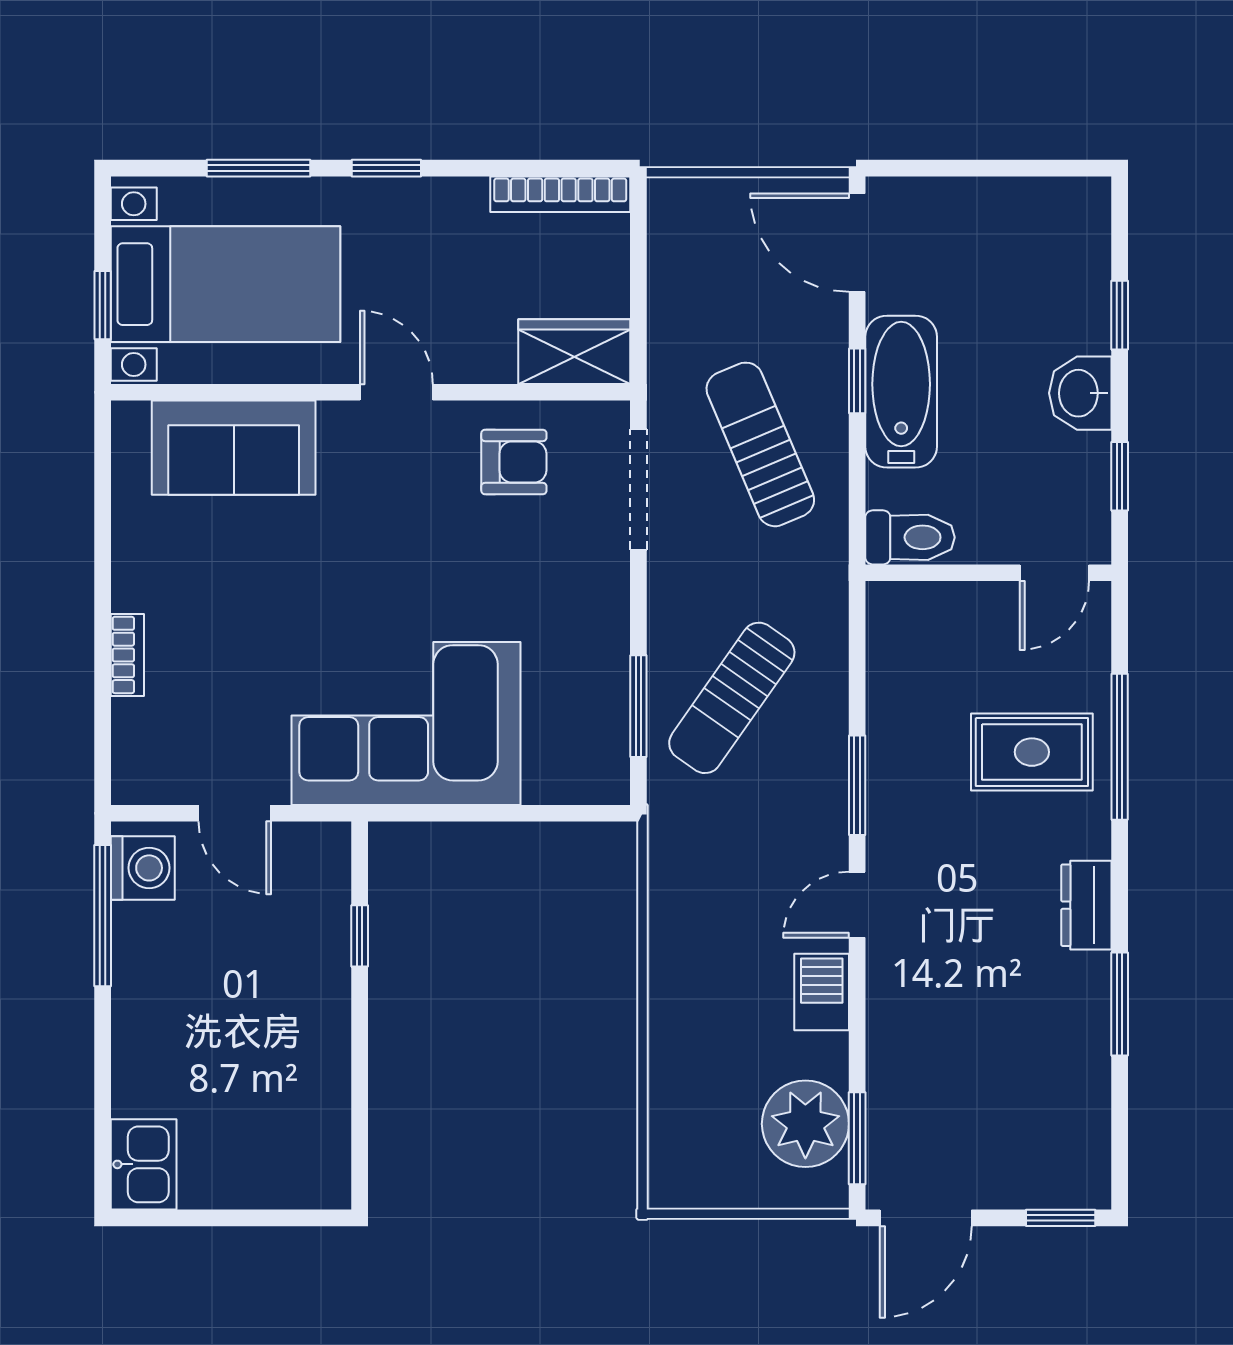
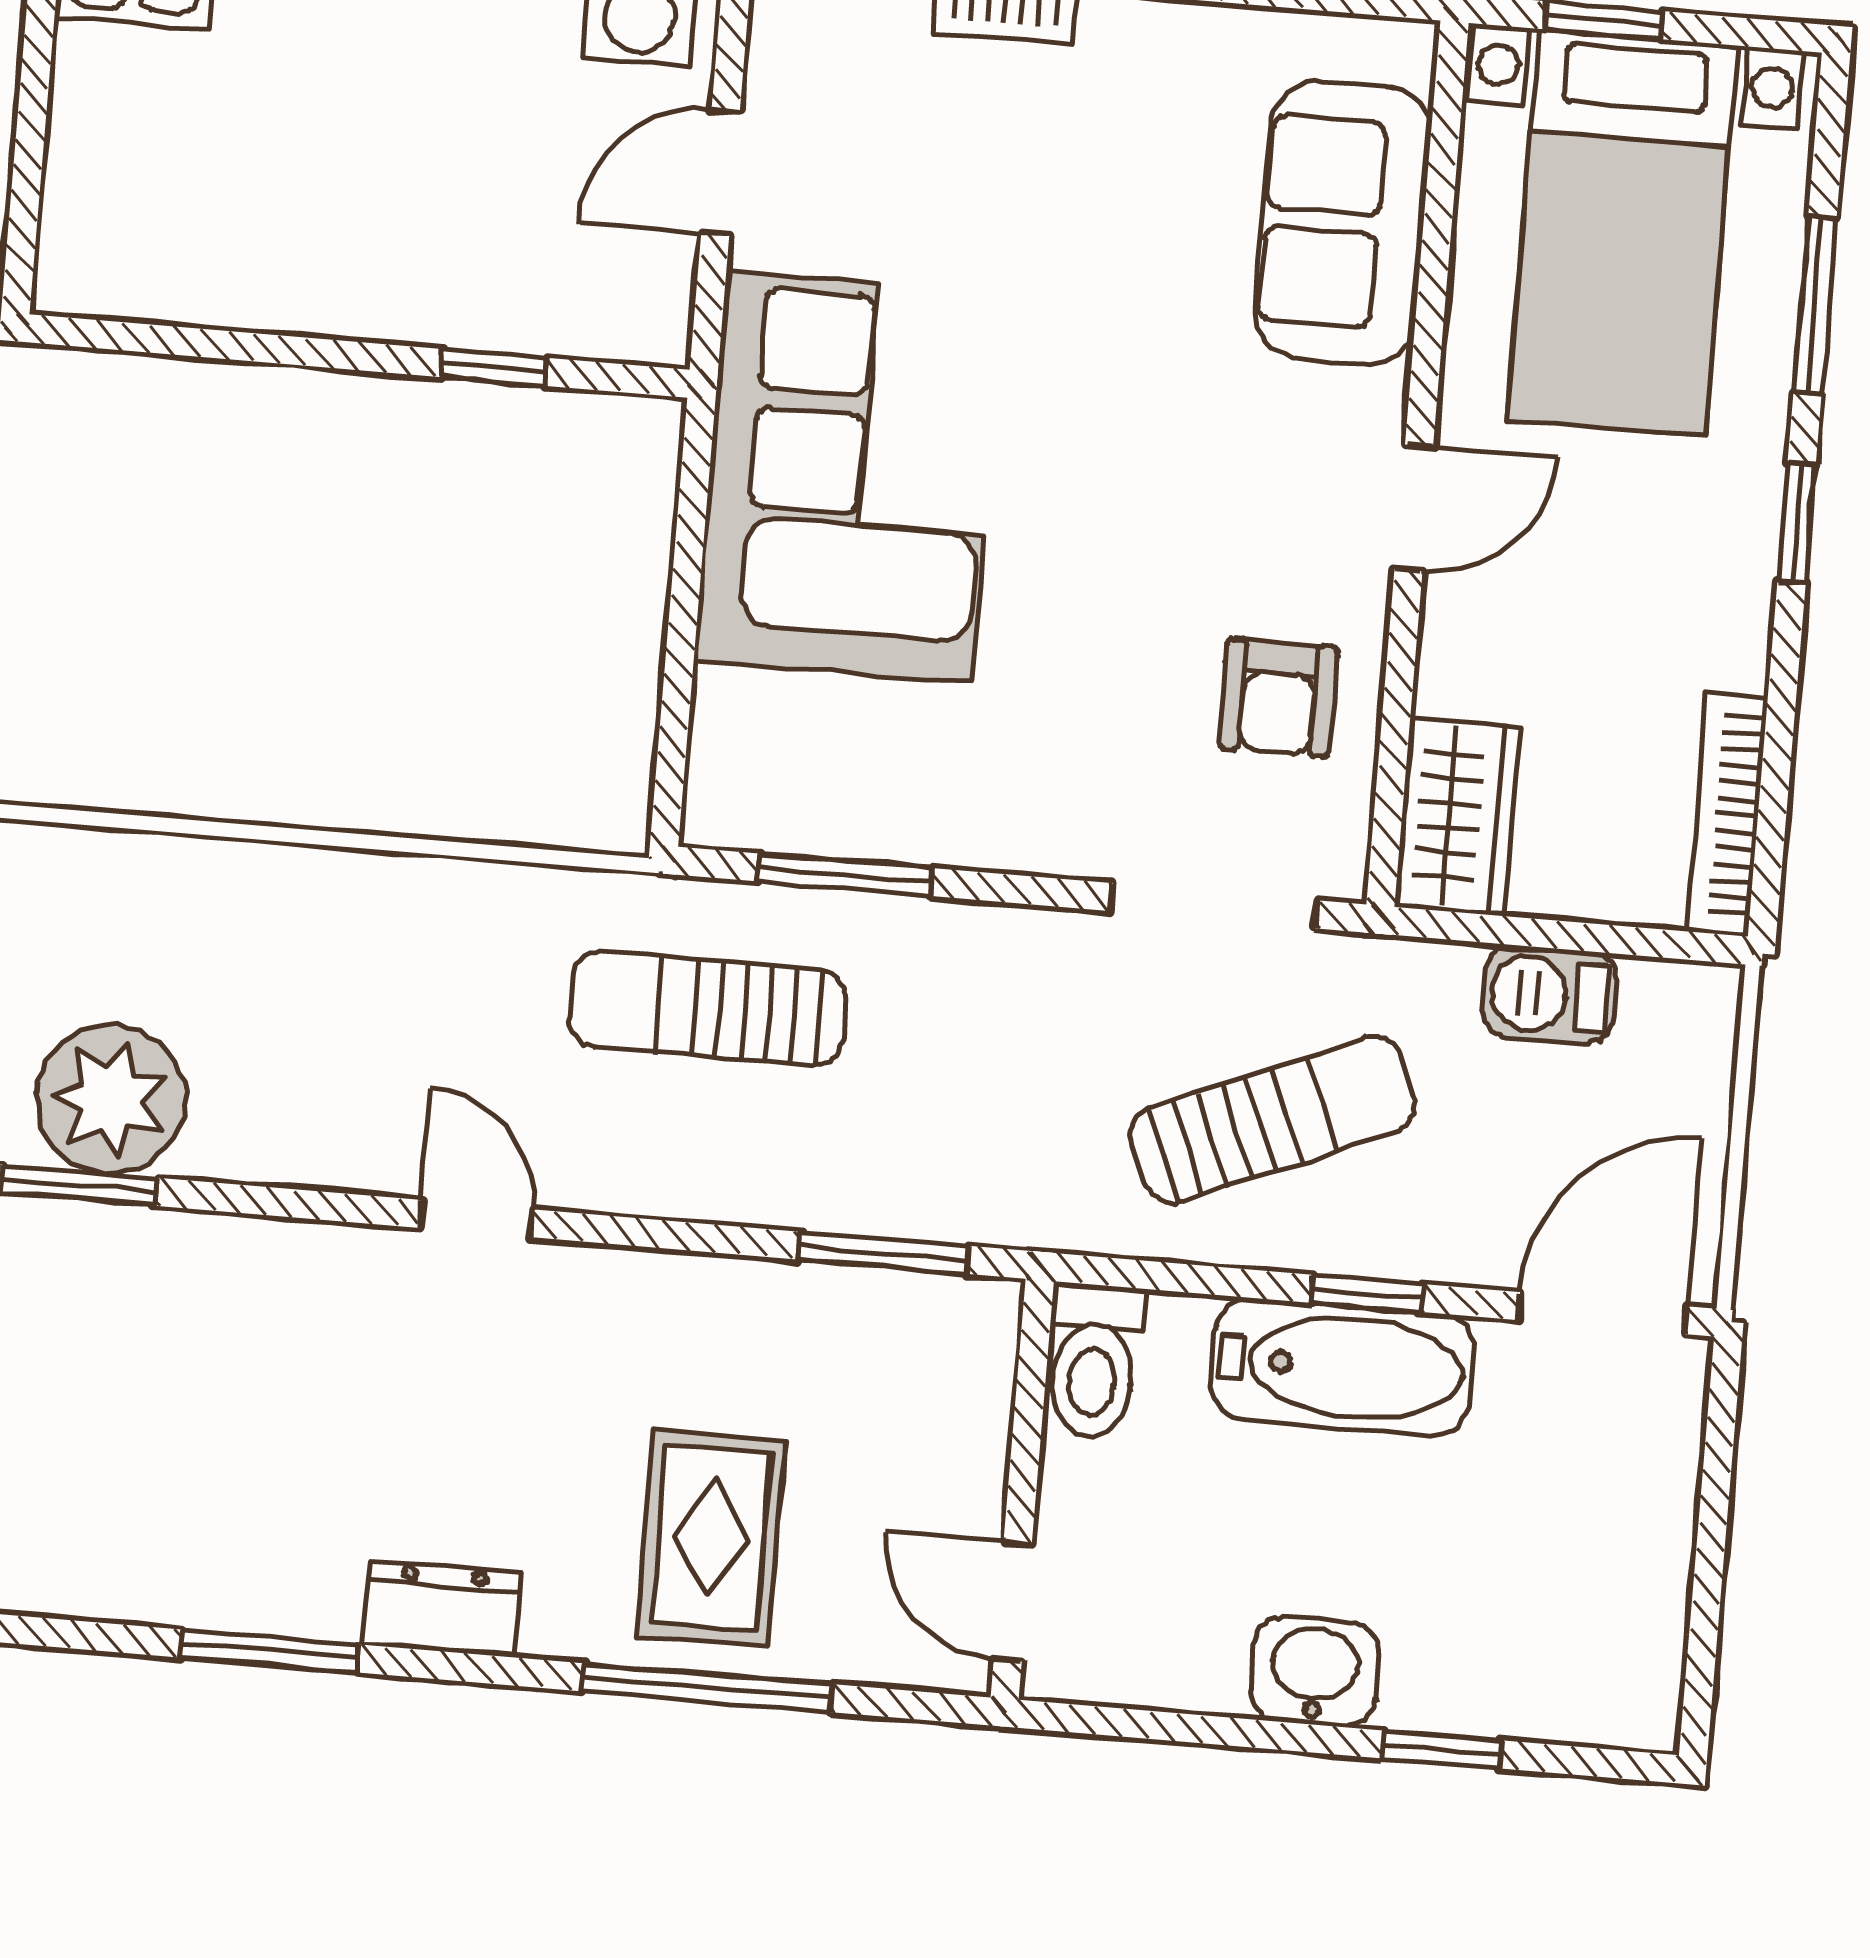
window: (1120, 476) -> (1168, 1726), removed
sun lounger: (732, 698) -> (708, 1008), moved, turned -35
window: (857, 785) -> (884, 1253), moved
barbecue: (822, 992) -> (1550, 995), moved, turned 180

